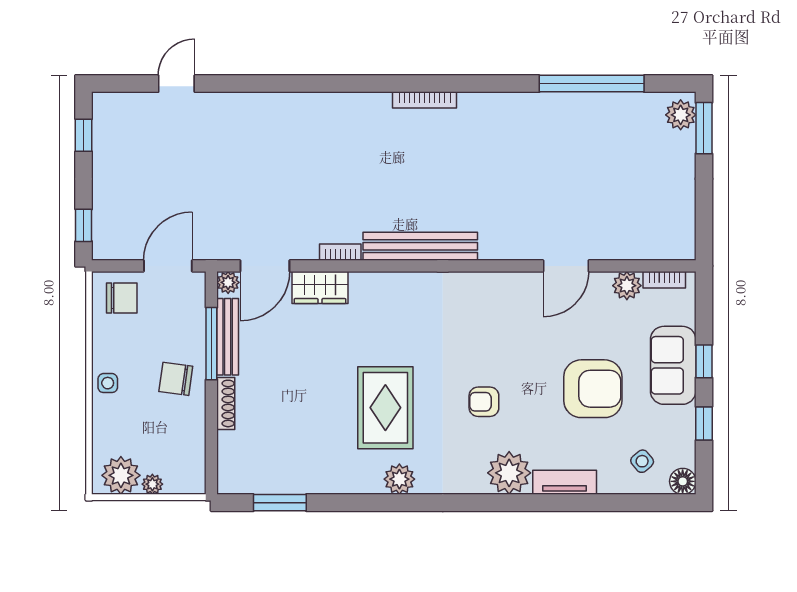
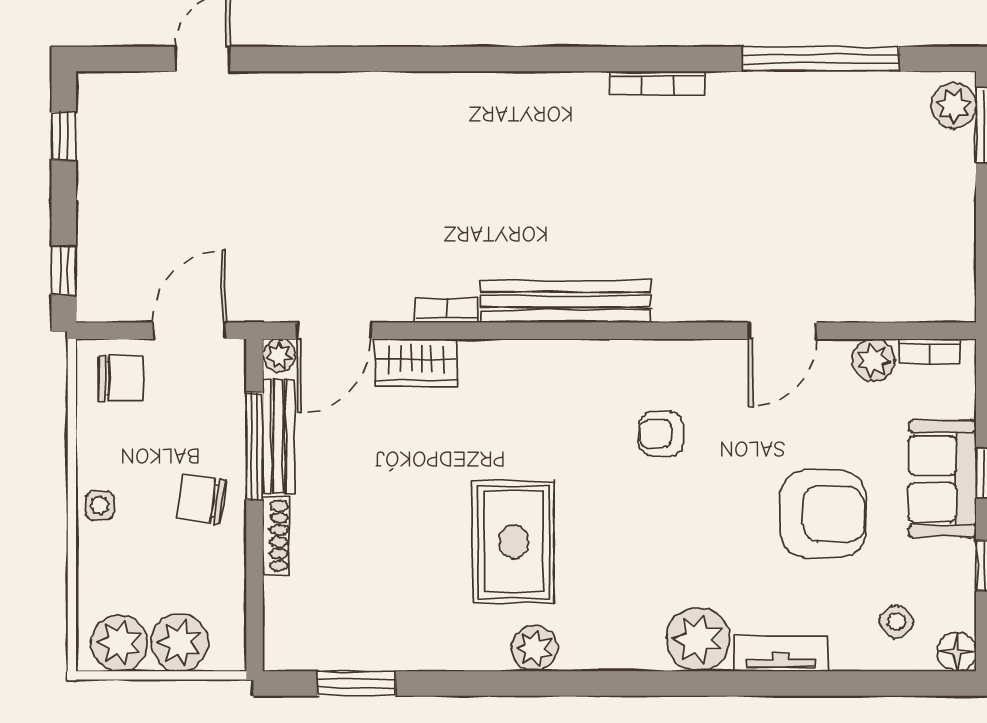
bookcase: (425, 100) -> (658, 83), moved
armchair: (484, 402) -> (661, 434), moved
plant: (152, 484) -> (180, 643), width x1.88, depth x1.88

